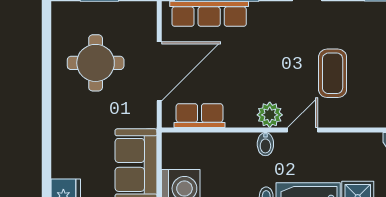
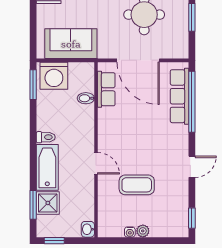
plant: (270, 115) -> (107, 140), removed
bidet: (265, 144) -> (86, 98), moved

